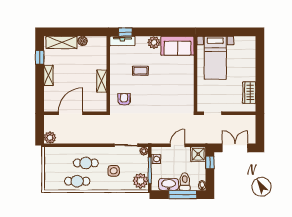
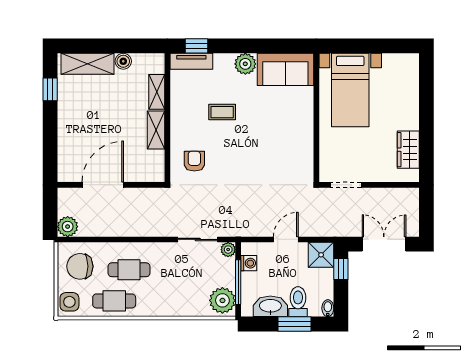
shelving: (49, 75) -> (157, 92), moved
chair: (57, 161) -> (80, 266), added
side table: (114, 171) -> (69, 302), moved
window: (183, 195) -> (294, 324), width x0.69

